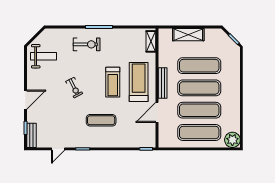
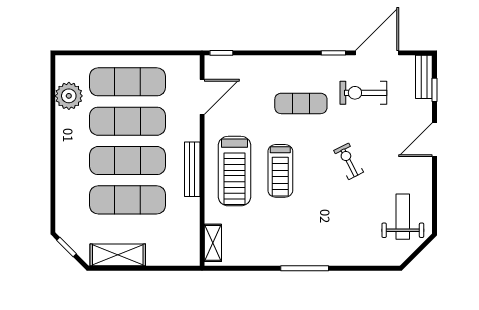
shelving: (188, 35) -> (118, 255), moved
exercise bike: (87, 44) -> (363, 93), moved
weight bench: (43, 56) -> (403, 217), turned 90
treadmill: (113, 82) -> (280, 171), turned 180
door: (157, 112) -> (202, 97), moved
plant: (232, 140) -> (69, 96), moved
door: (58, 149) -> (377, 53), width x1.87

